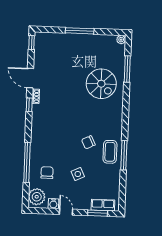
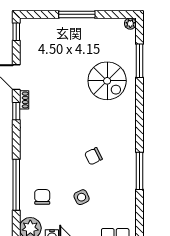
coffee table: (110, 152) -> (122, 167), removed

